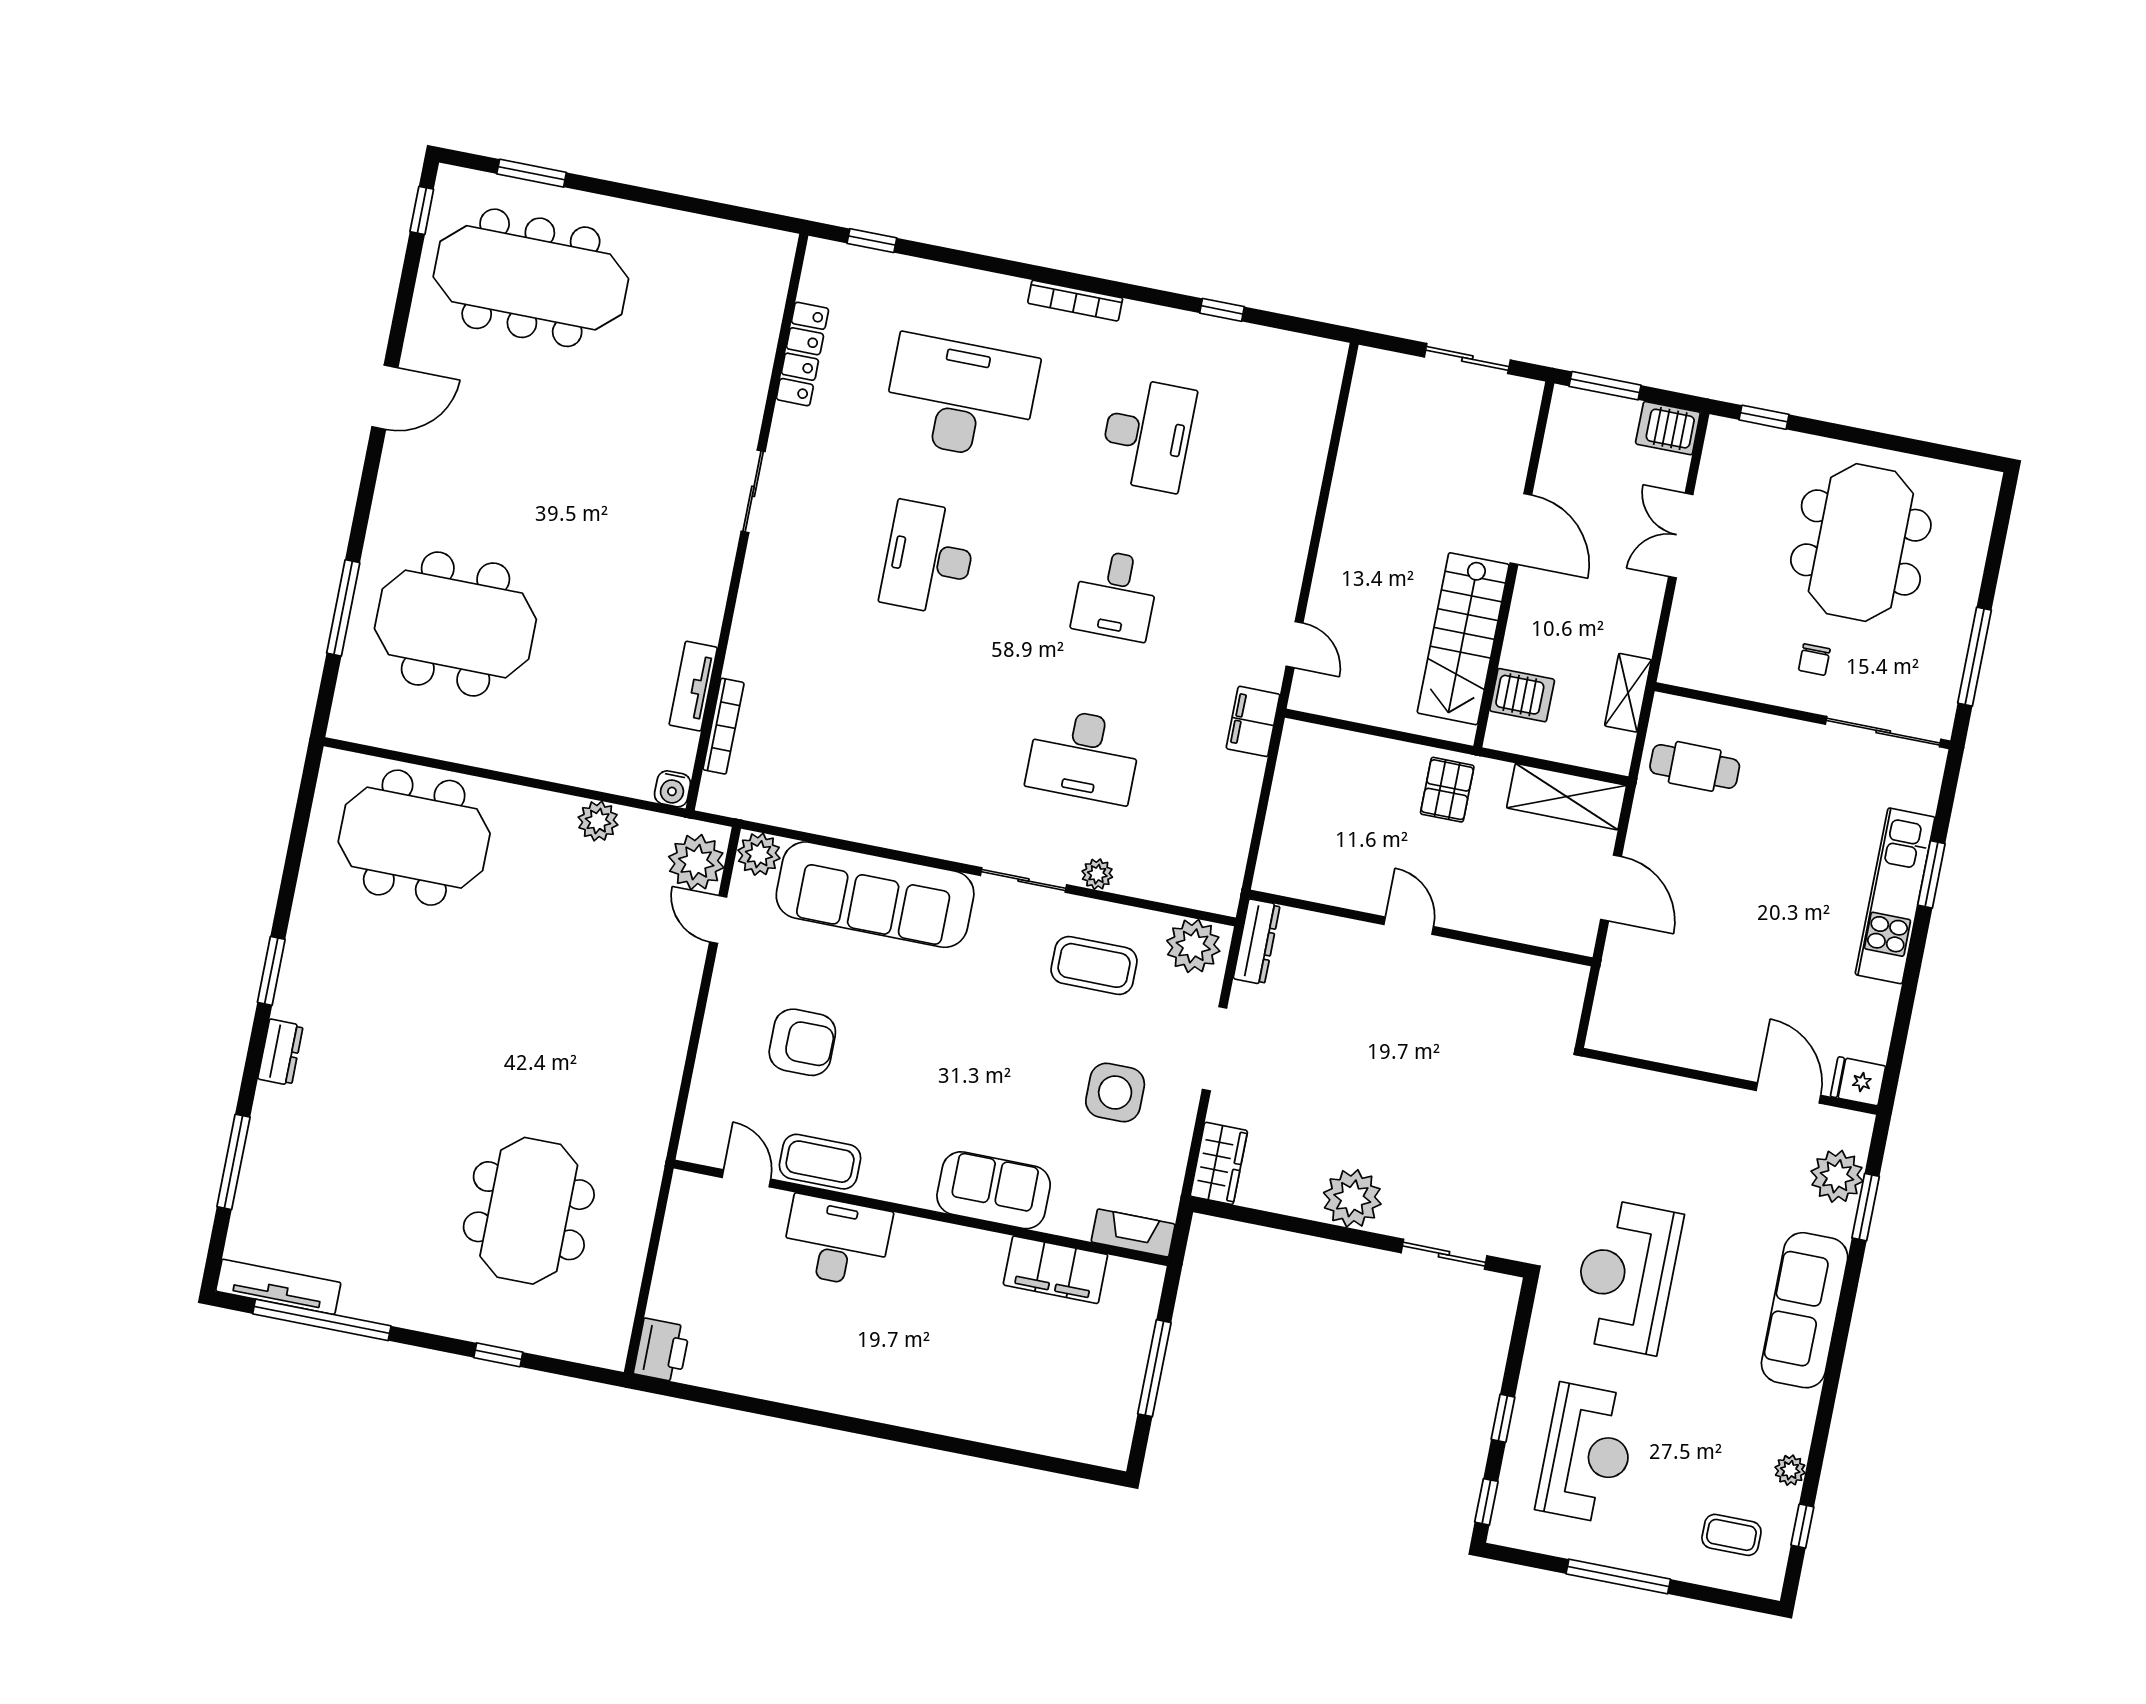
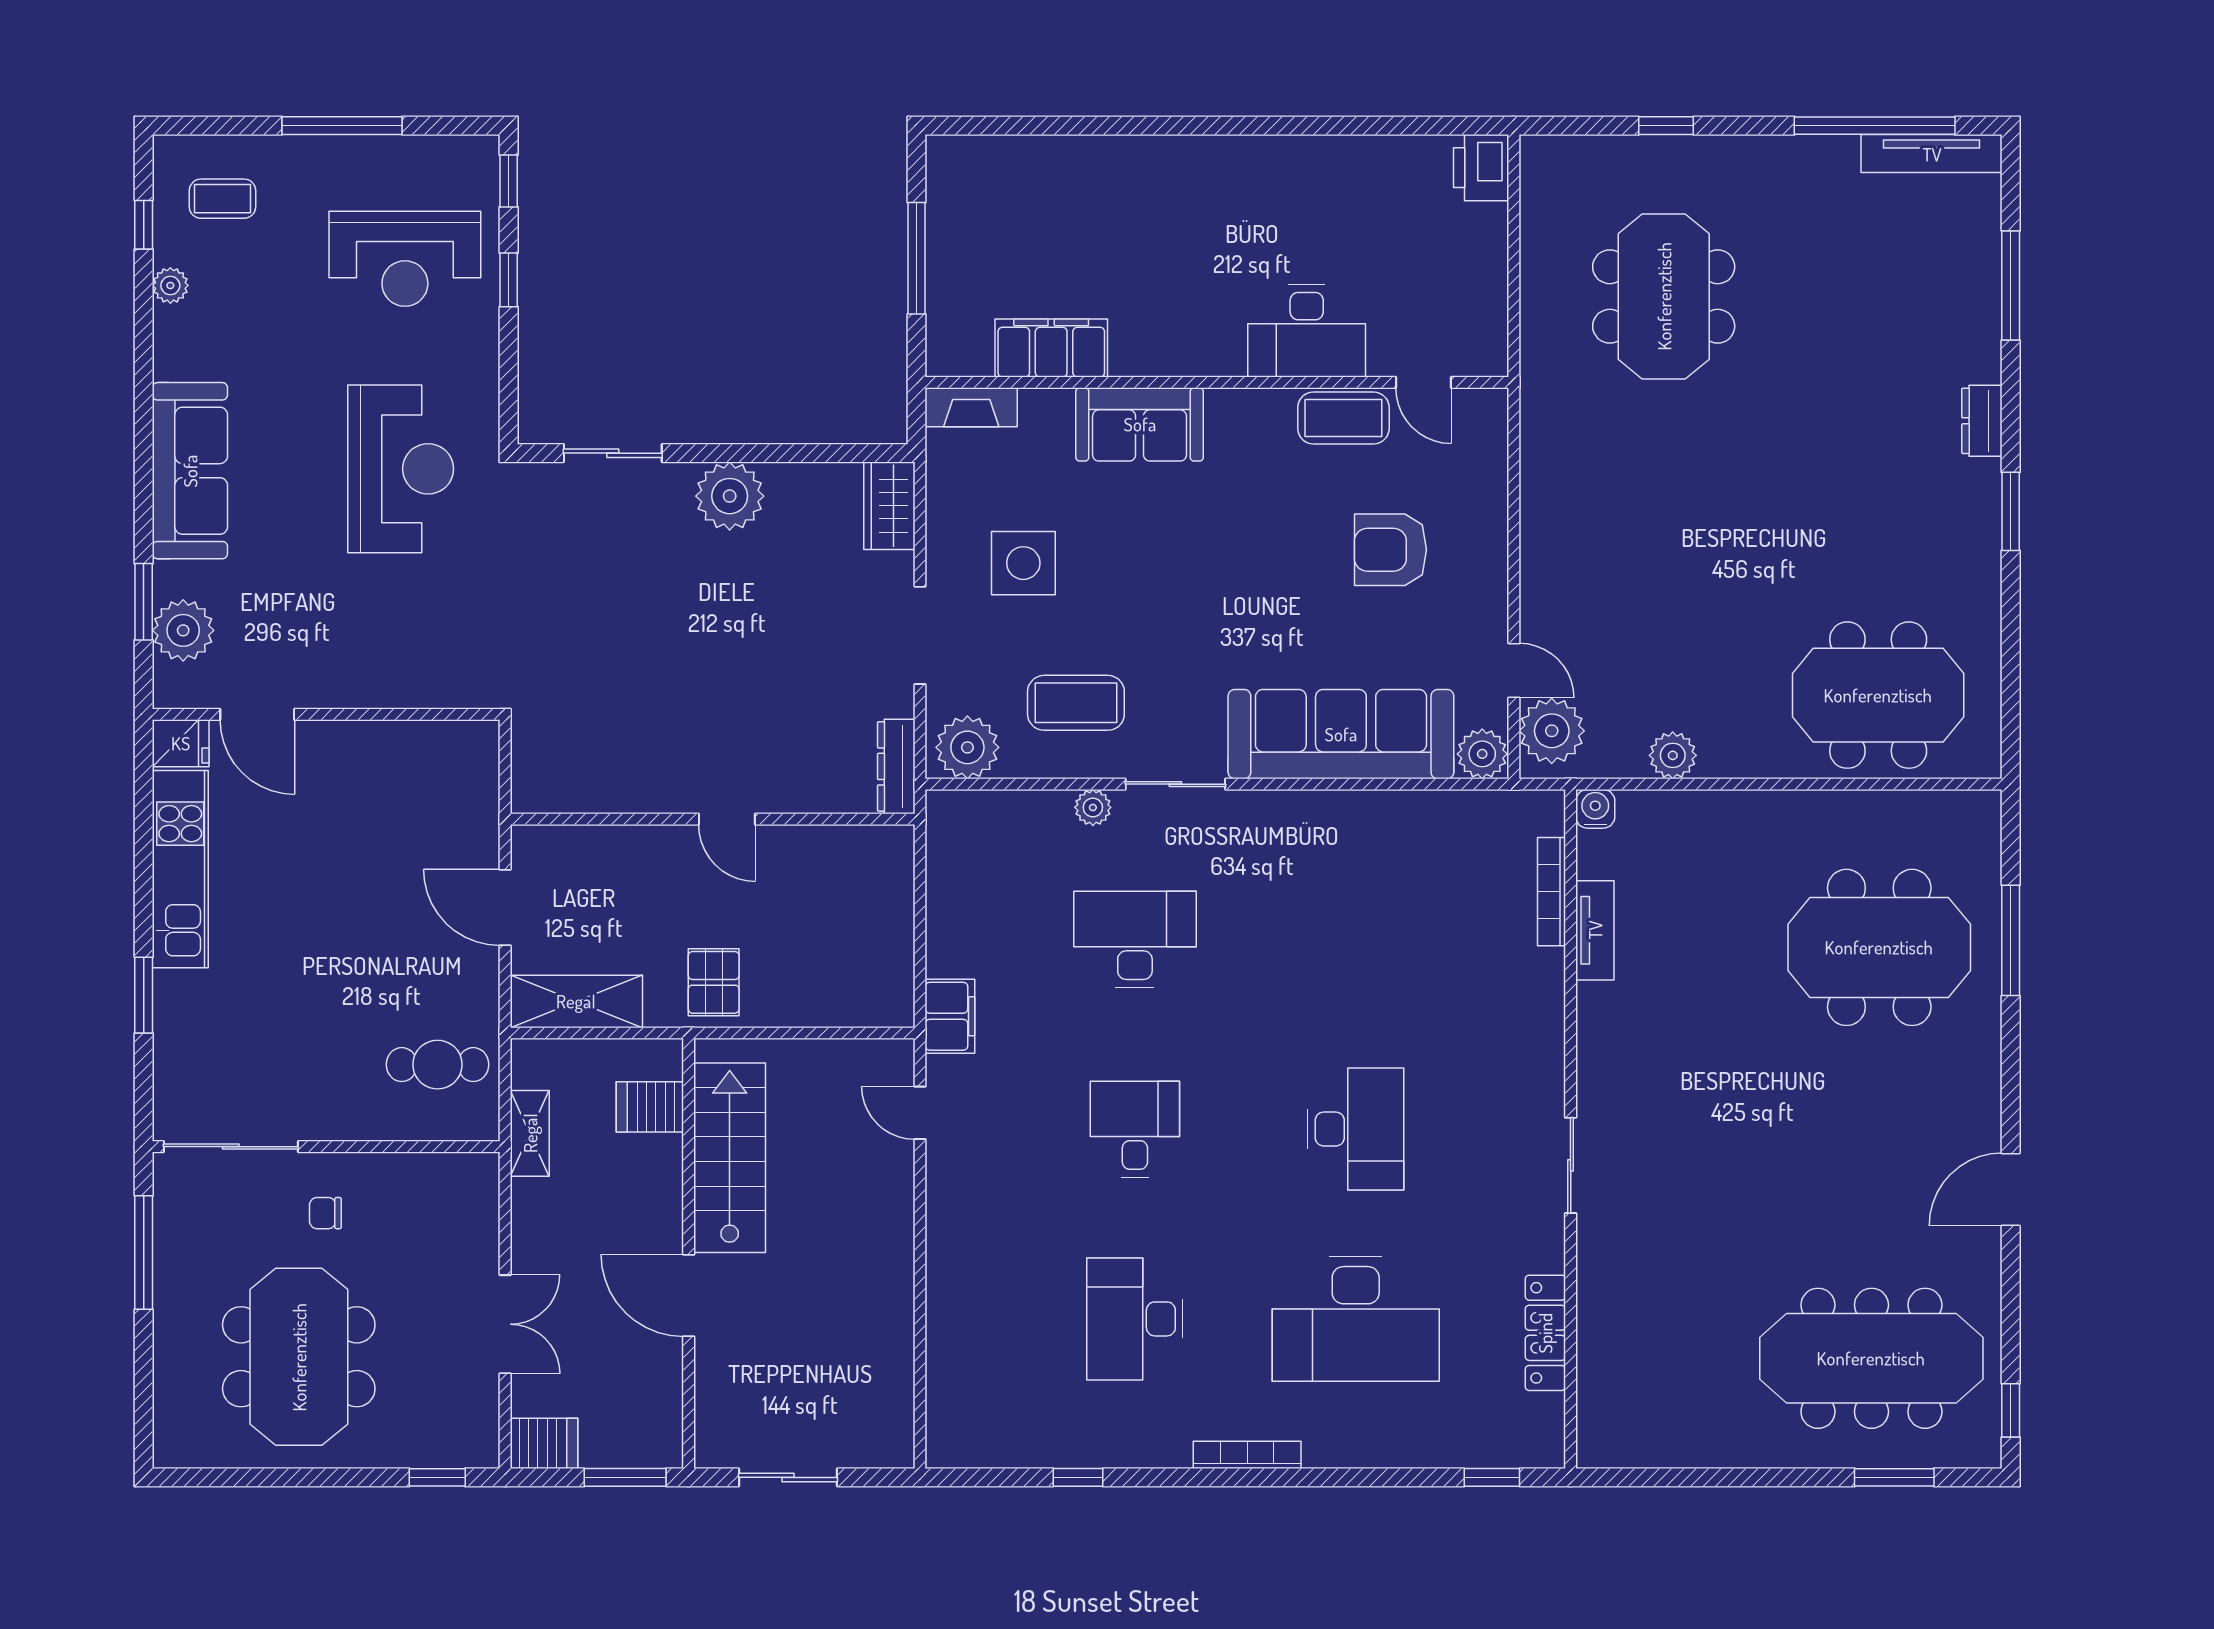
chair: (1814, 660) -> (325, 1213), turned -90
kitchen unit: (1895, 896) -> (180, 869), moved
reception desk: (1587, 1453) -> (405, 259), turned -90

